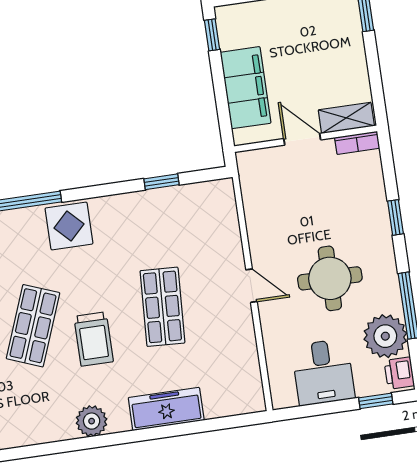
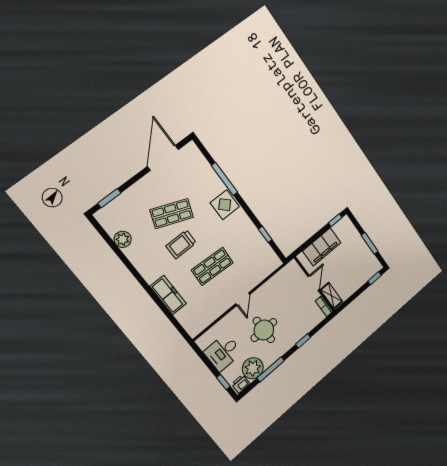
plant: (92, 421) -> (123, 239), moved

